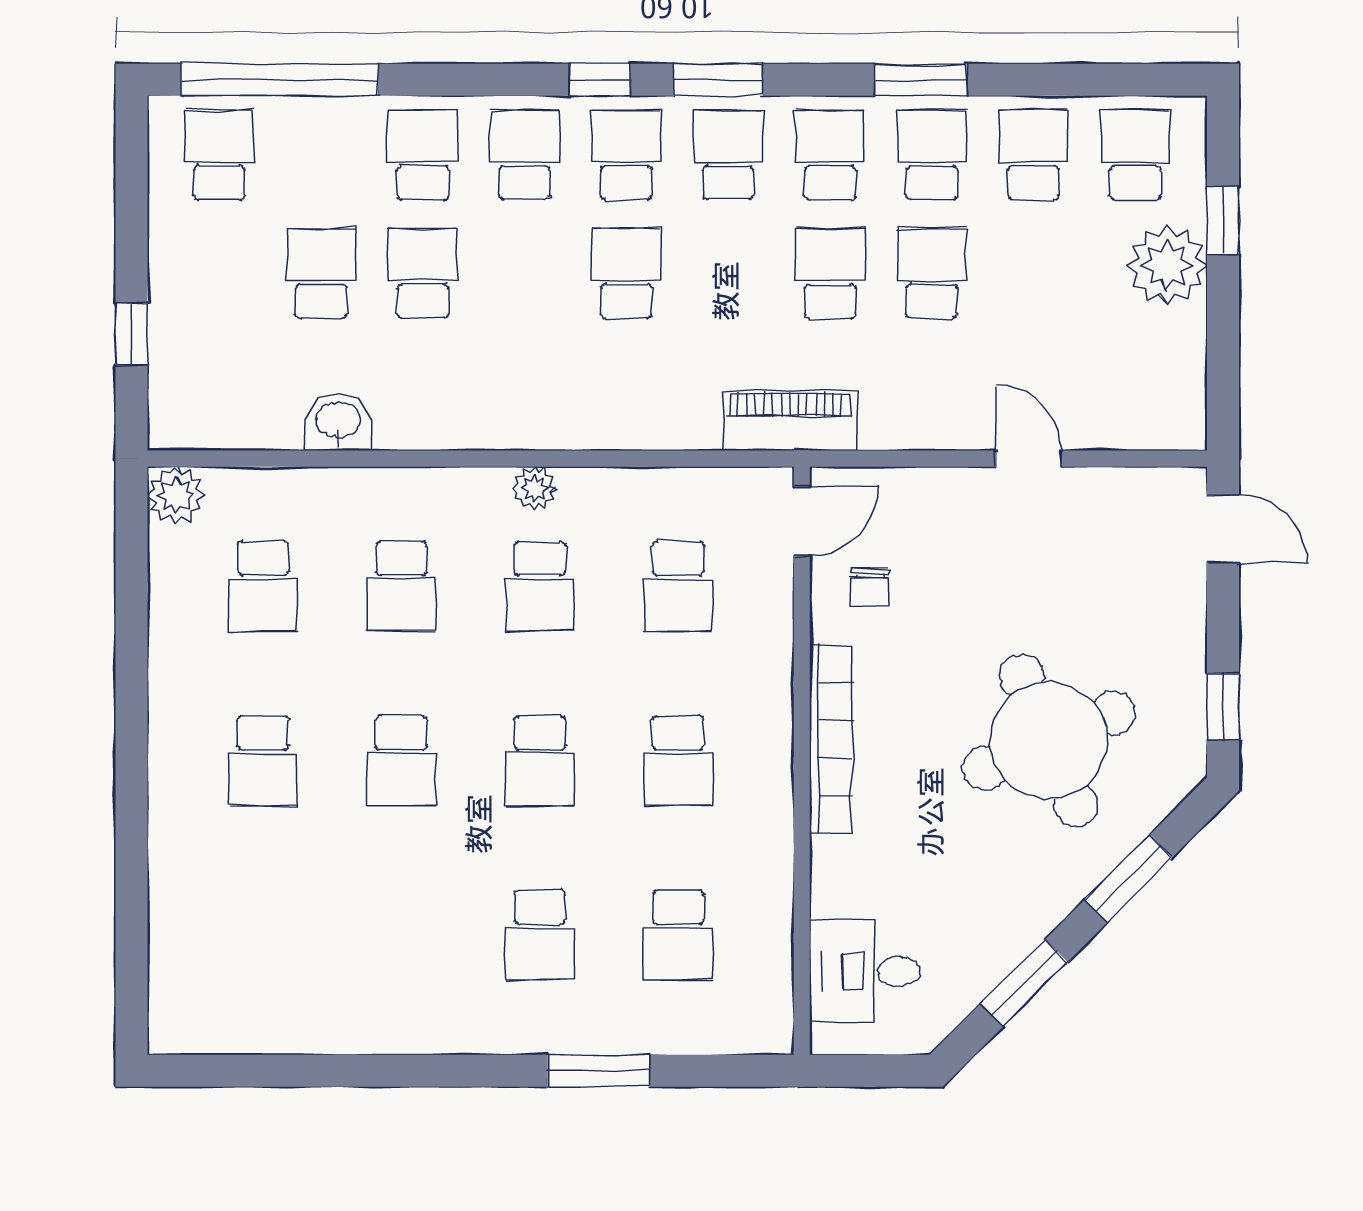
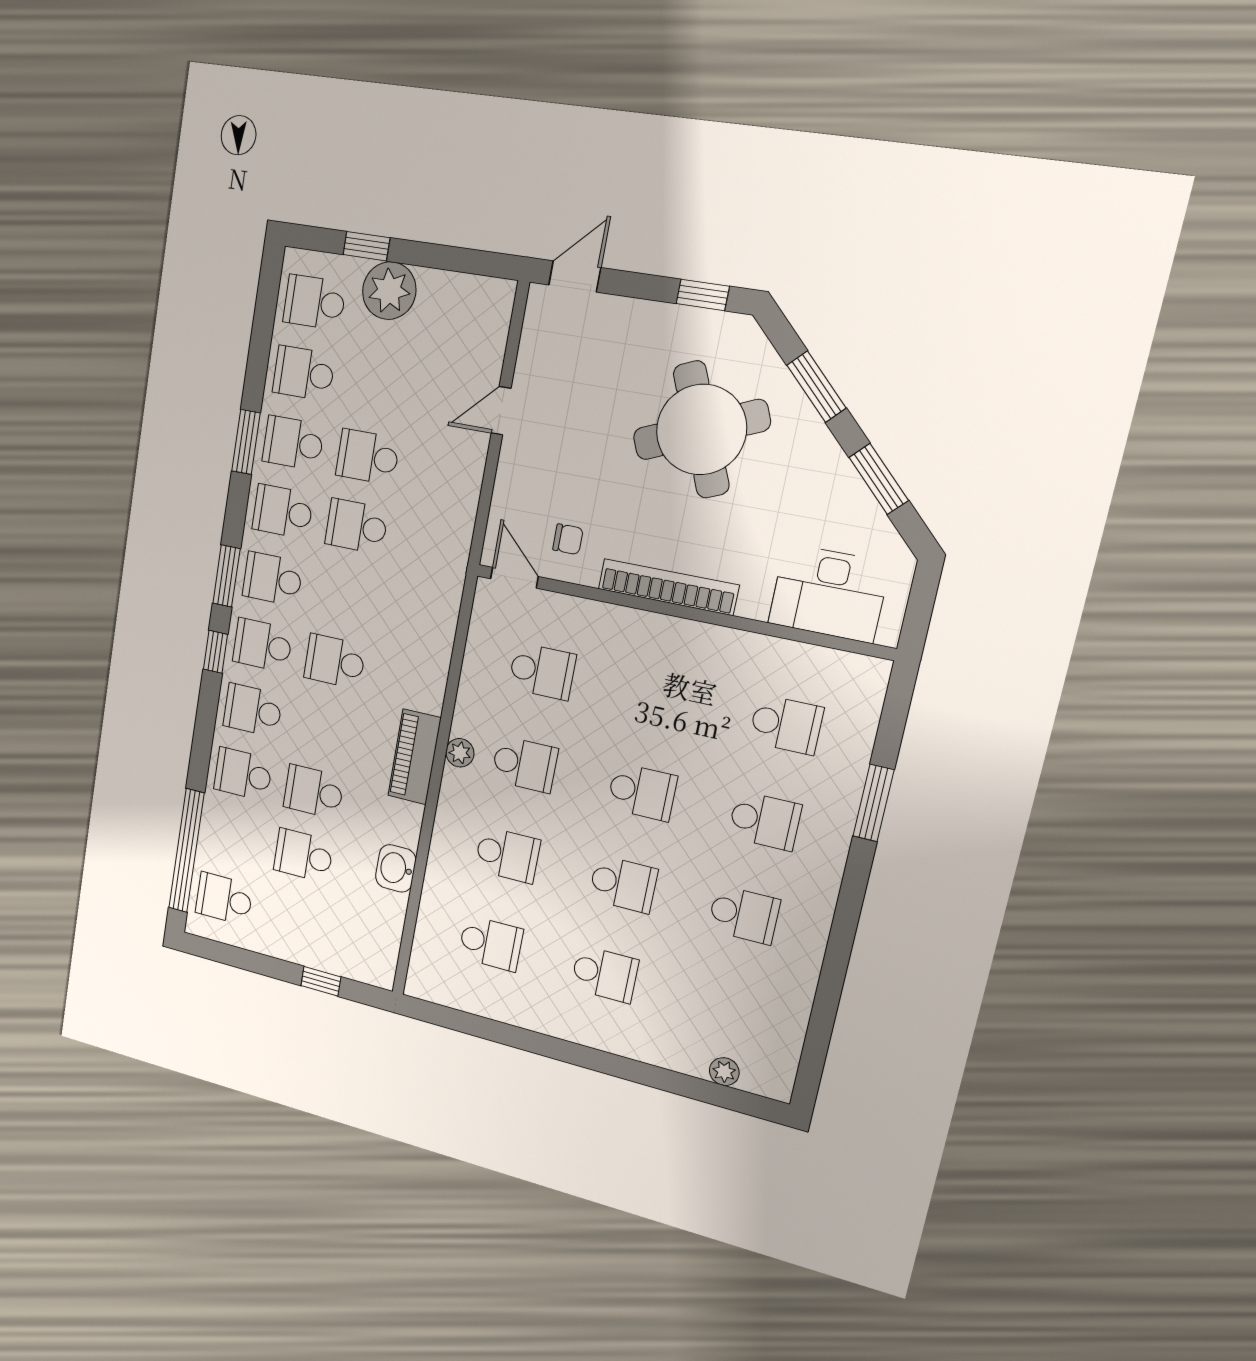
piano: (790, 421) -> (414, 757), moved
plant: (176, 495) -> (724, 1072), moved, width x0.73, depth x0.73
school desk: (678, 761) -> (744, 915), moved
desk: (865, 971) -> (829, 593), width x1.37

